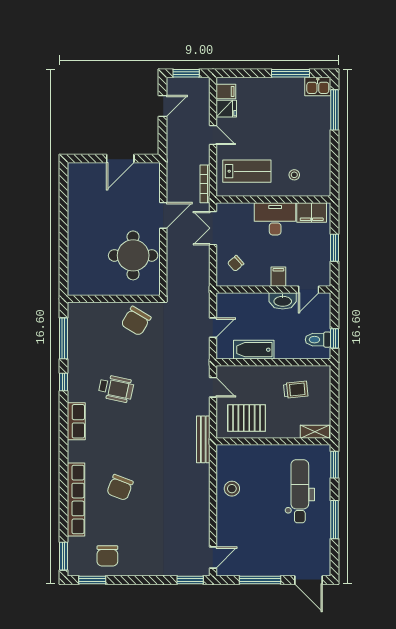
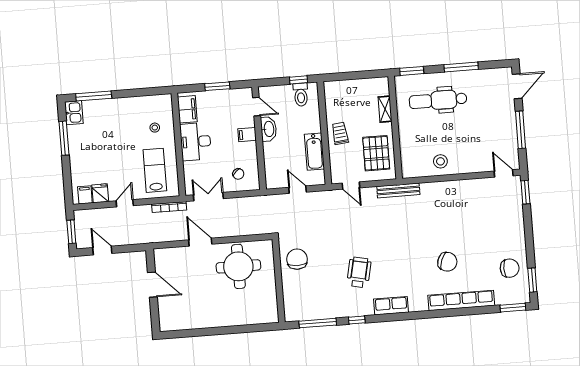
double door: (213, 228) -> (208, 197), swing flipped
chair: (136, 321) -> (297, 259), turned -121
door: (213, 387) -> (351, 185), swing flipped
trolley: (296, 390) -> (340, 133), moved
shelving: (315, 432) -> (385, 109), moved

